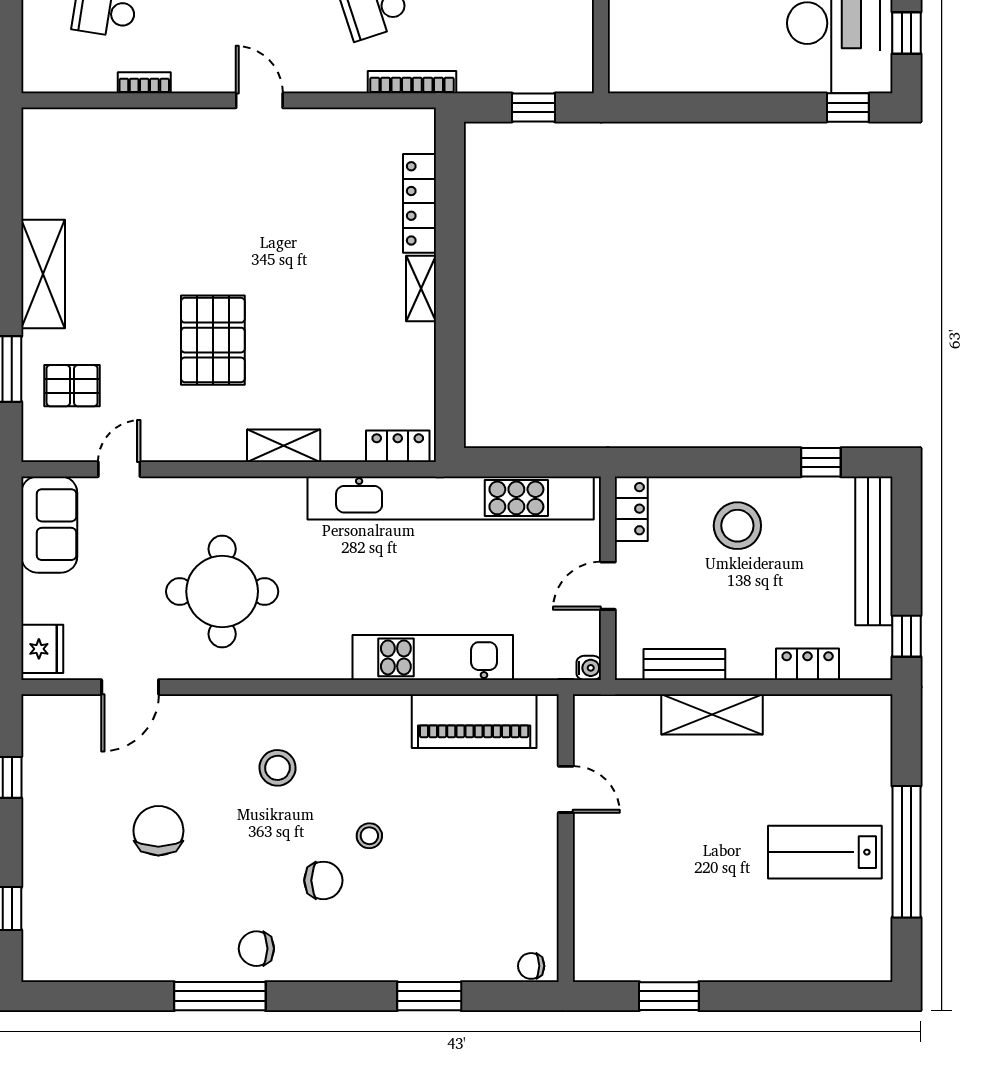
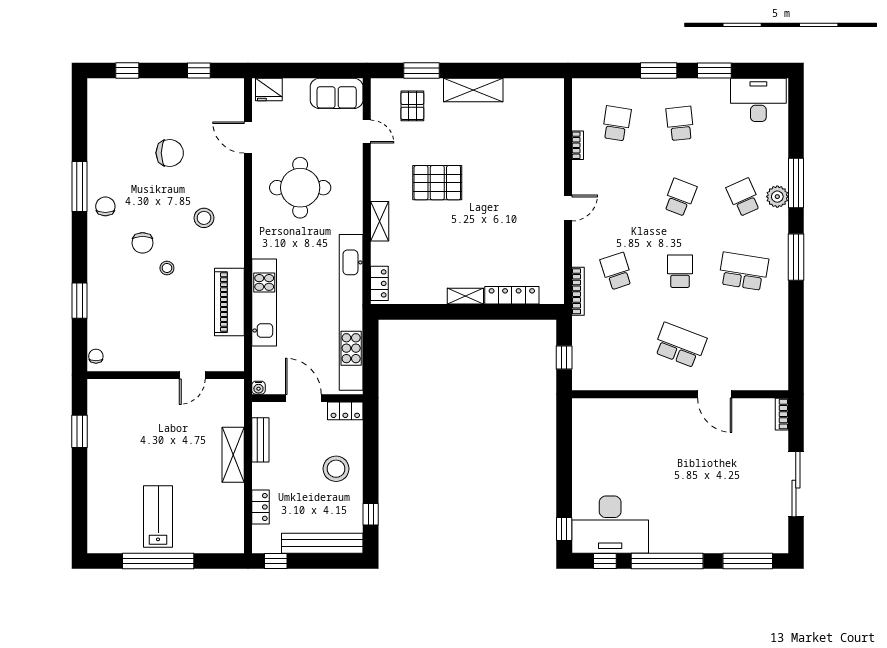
door: (608, 586) -> (303, 398), width x1.38
piano: (474, 721) -> (229, 302), moved

